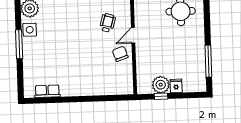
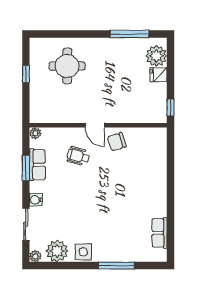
window: (19, 44) -> (116, 266), moved
plant: (161, 85) -> (156, 56), moved
window: (161, 96) -> (171, 108), moved

